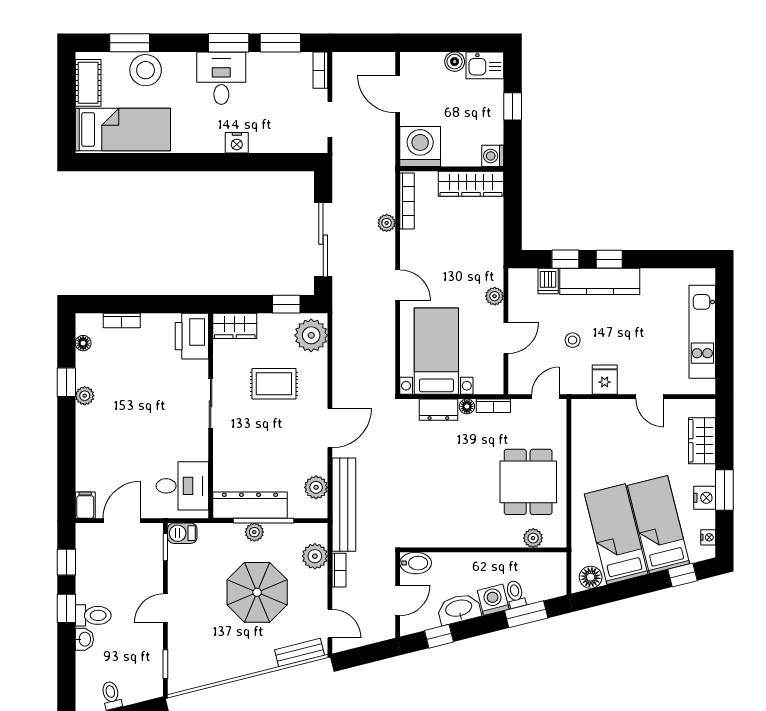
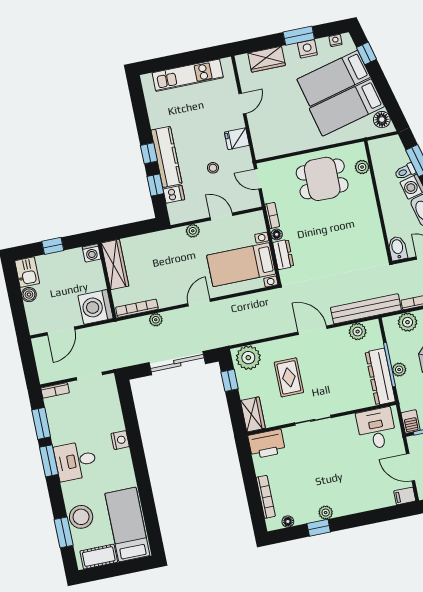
bookcase: (122, 321) -> (266, 497), width x1.56

